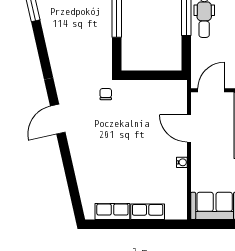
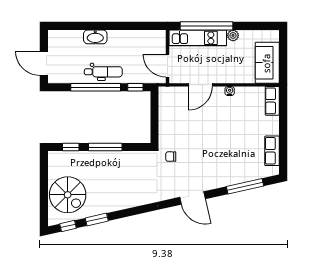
window: (186, 53) -> (135, 87), added
window: (71, 180) -> (245, 186), added
row of seats: (148, 212) -> (272, 101), moved

